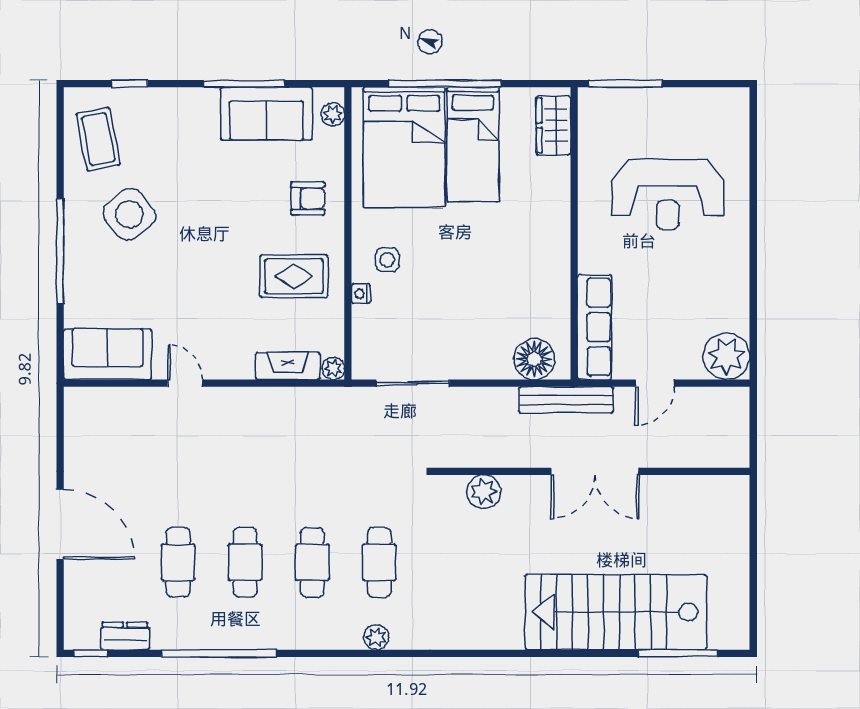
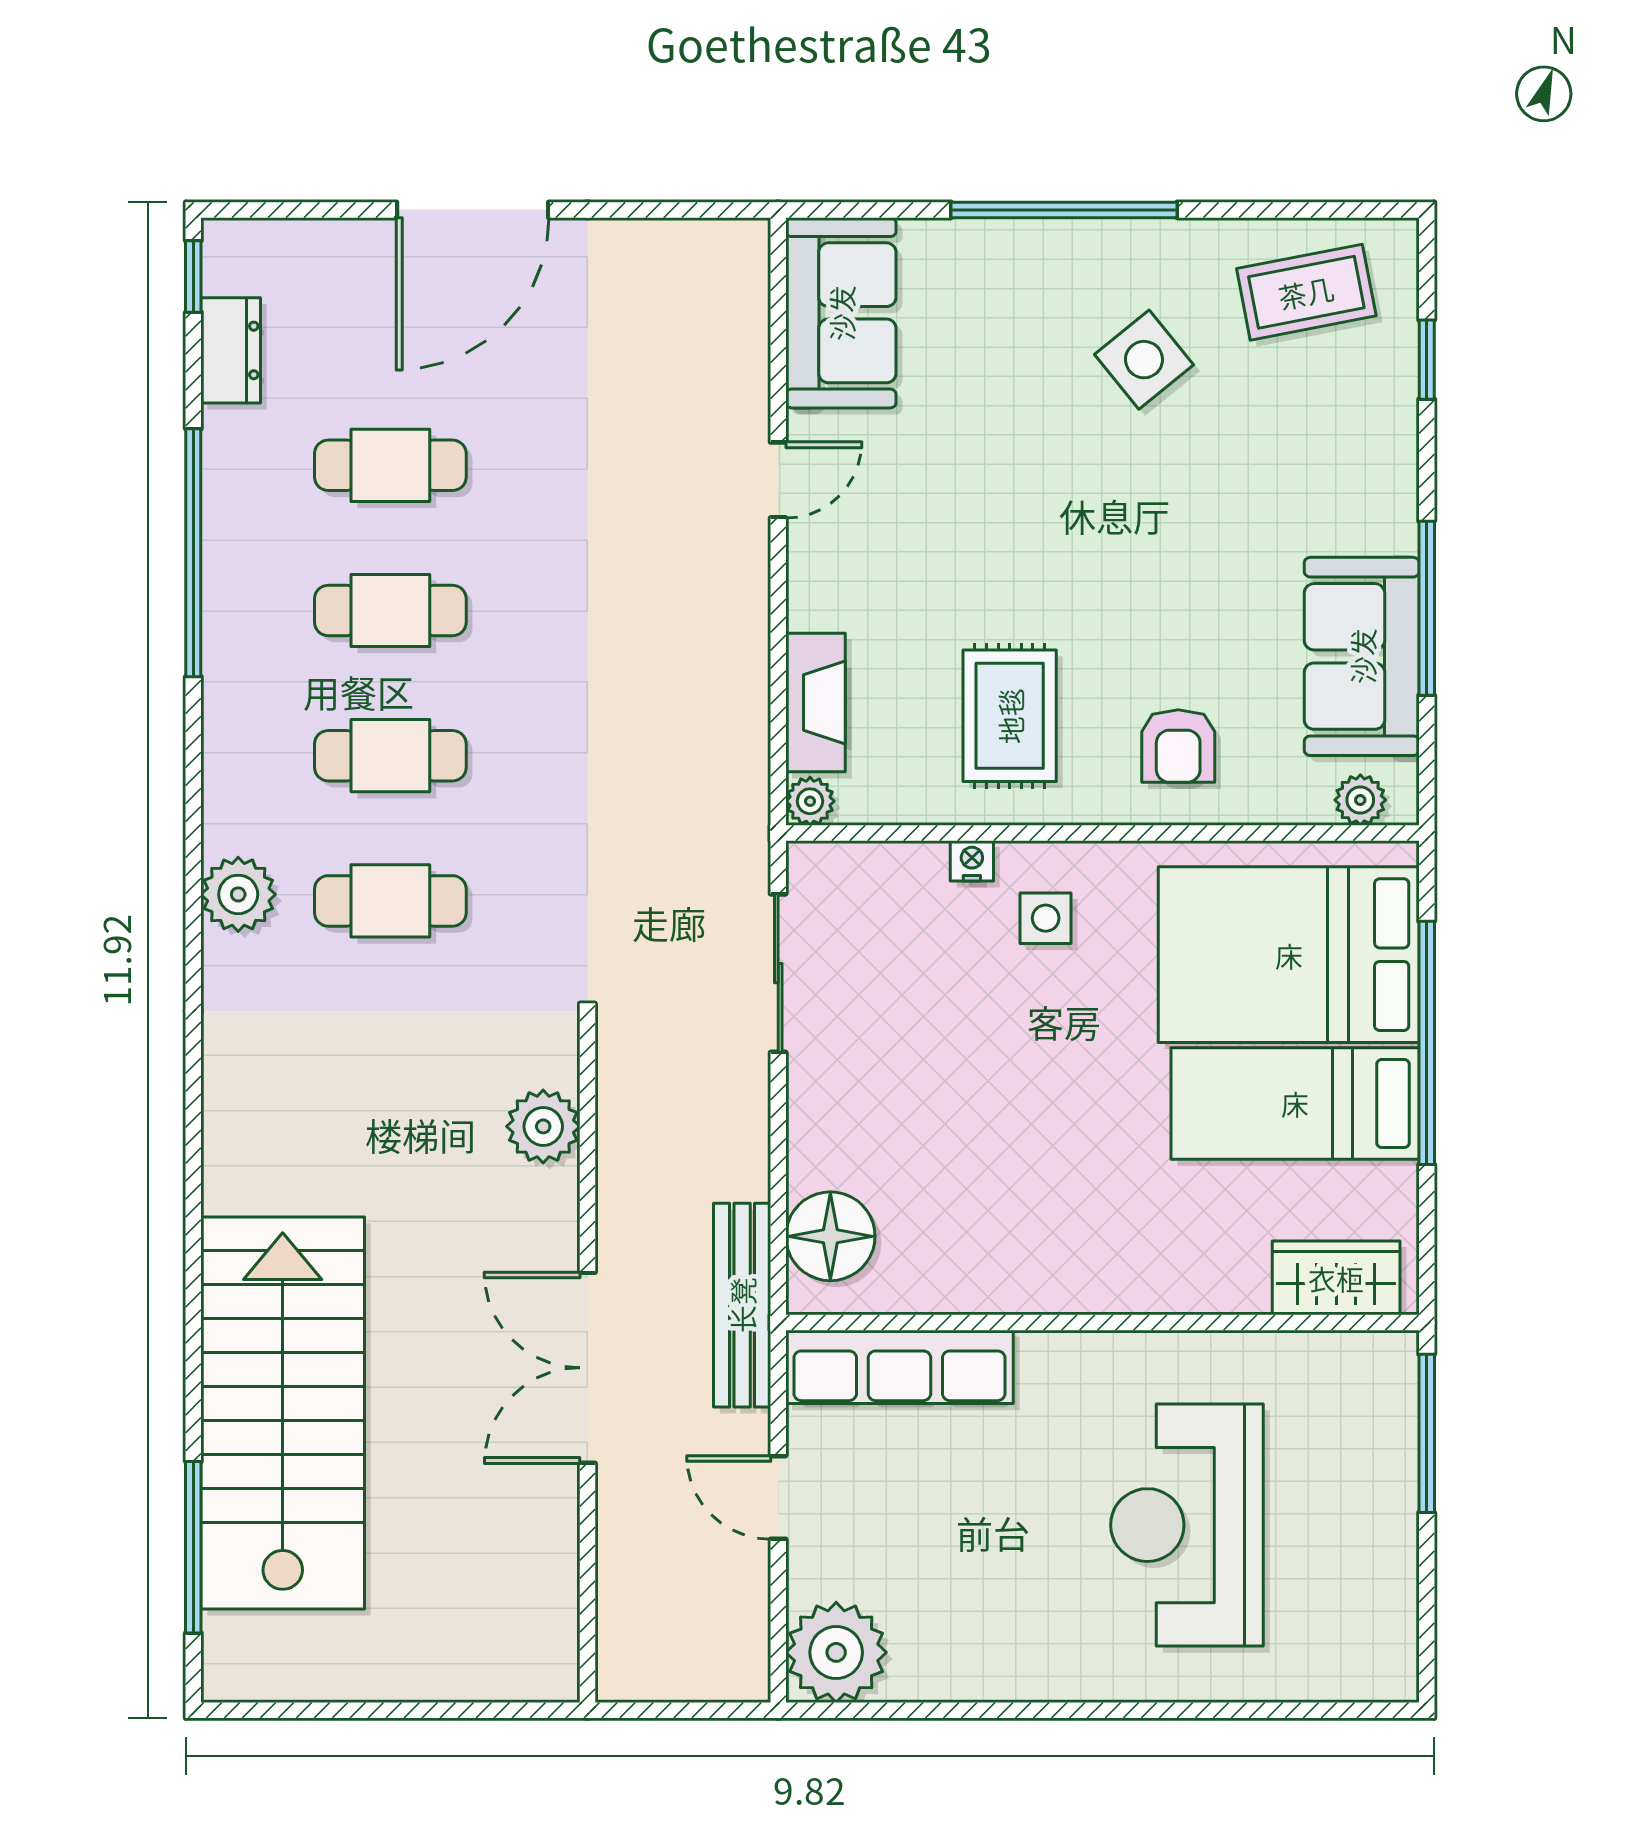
side table: (129, 214) -> (1144, 360), width x0.73, depth x0.73
plant: (376, 637) -> (238, 894), width x1.38, depth x1.38

